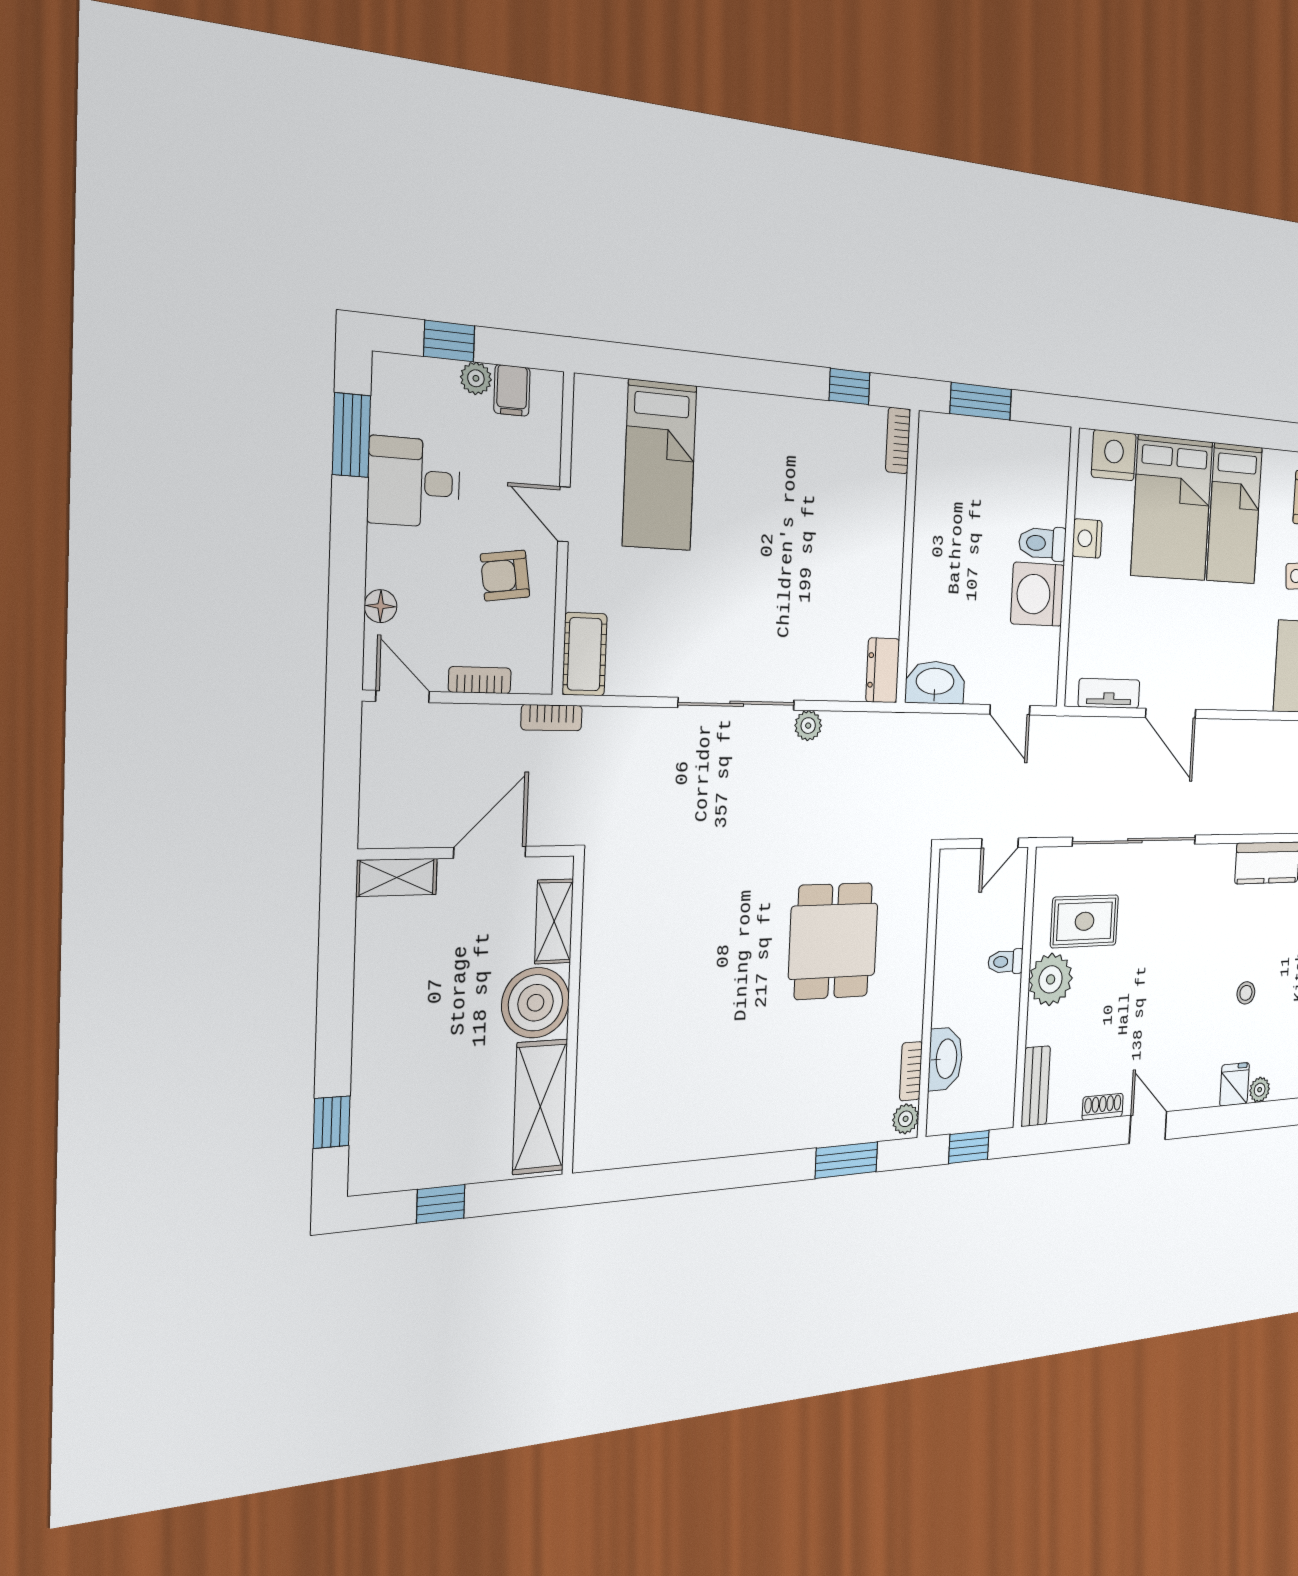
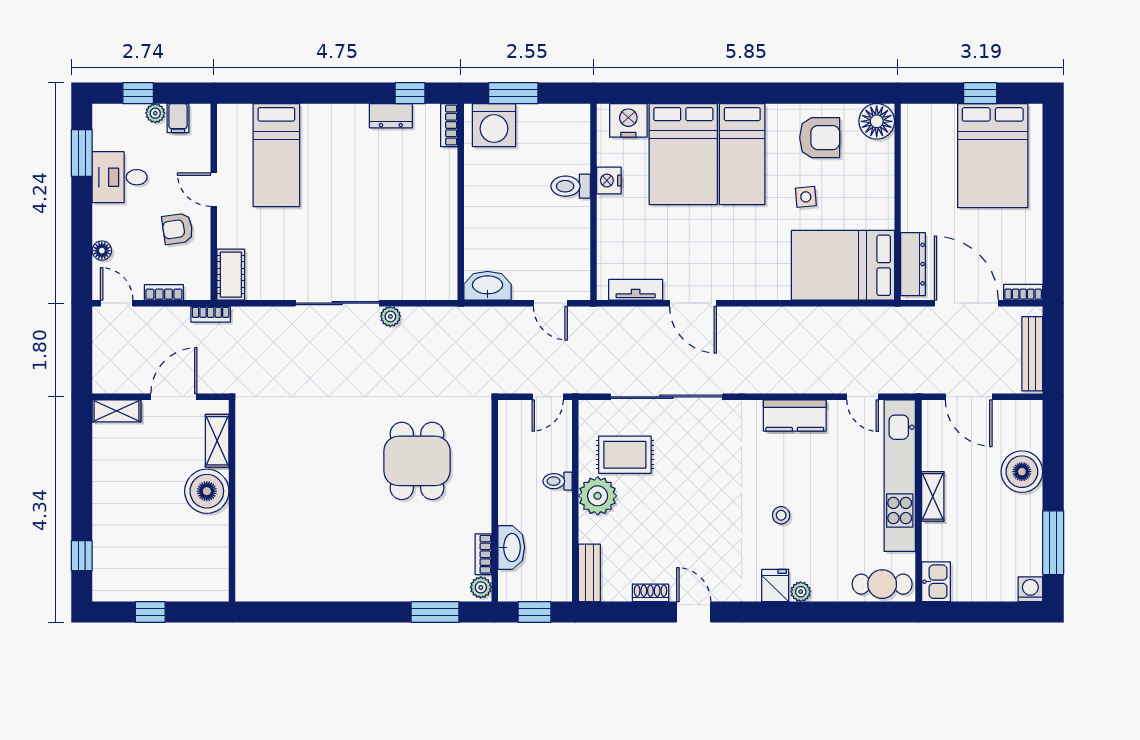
washing machine: (1038, 594) -> (494, 125), moved, turned -90
dresser: (883, 670) -> (391, 116), moved, turned -90
shelving: (540, 1107) -> (212, 557), removed

